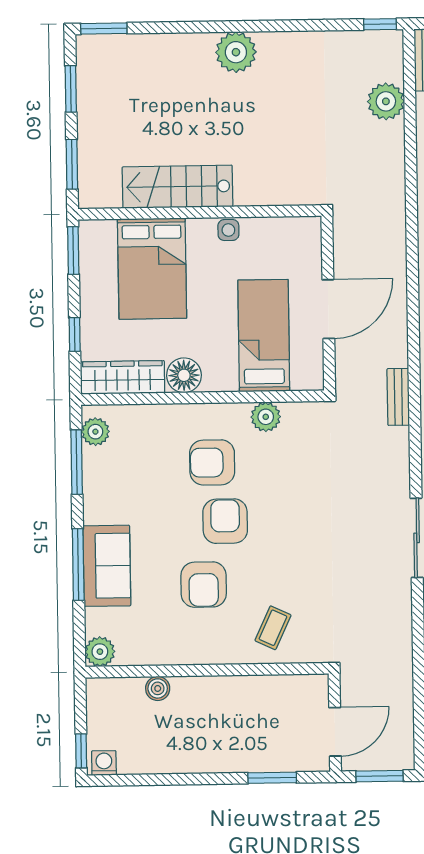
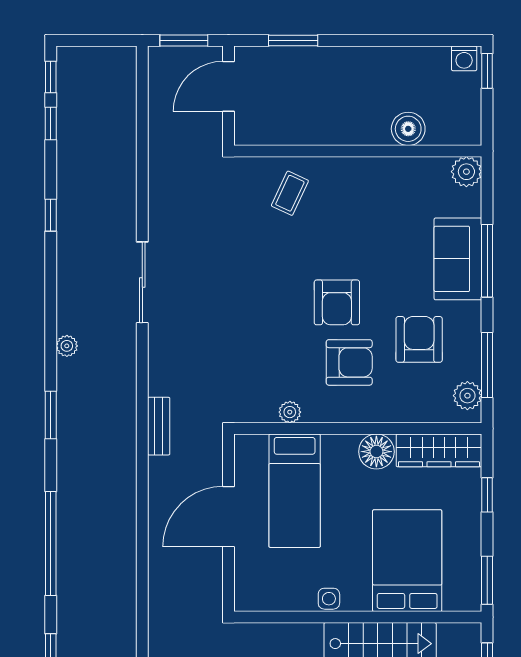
plant: (266, 417) -> (290, 412), width x0.73, depth x0.73
armchair: (204, 585) -> (419, 339), moved
boiler: (158, 688) -> (408, 129), width x1.36, depth x1.36

